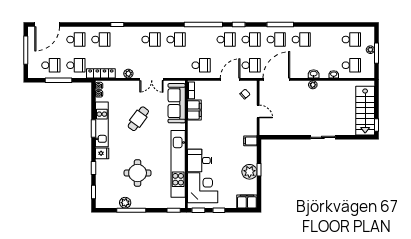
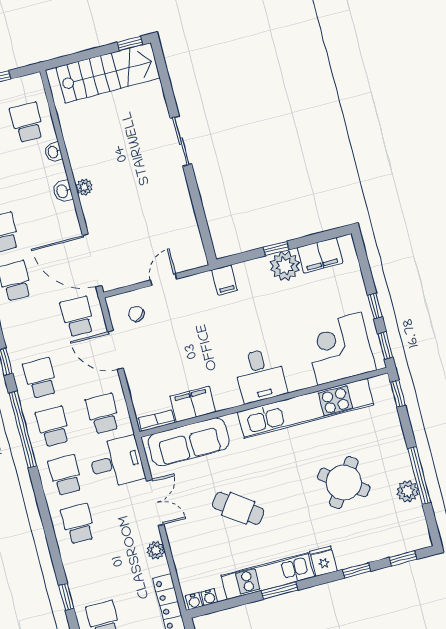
school desk: (251, 40) -> (53, 427), moved
desk: (176, 66) -> (117, 462), added
desk: (200, 161) -> (260, 375), moved
round table: (138, 173) -> (344, 482), turned 35
filing cabinet: (247, 202) -> (320, 255), moved, turned -90

